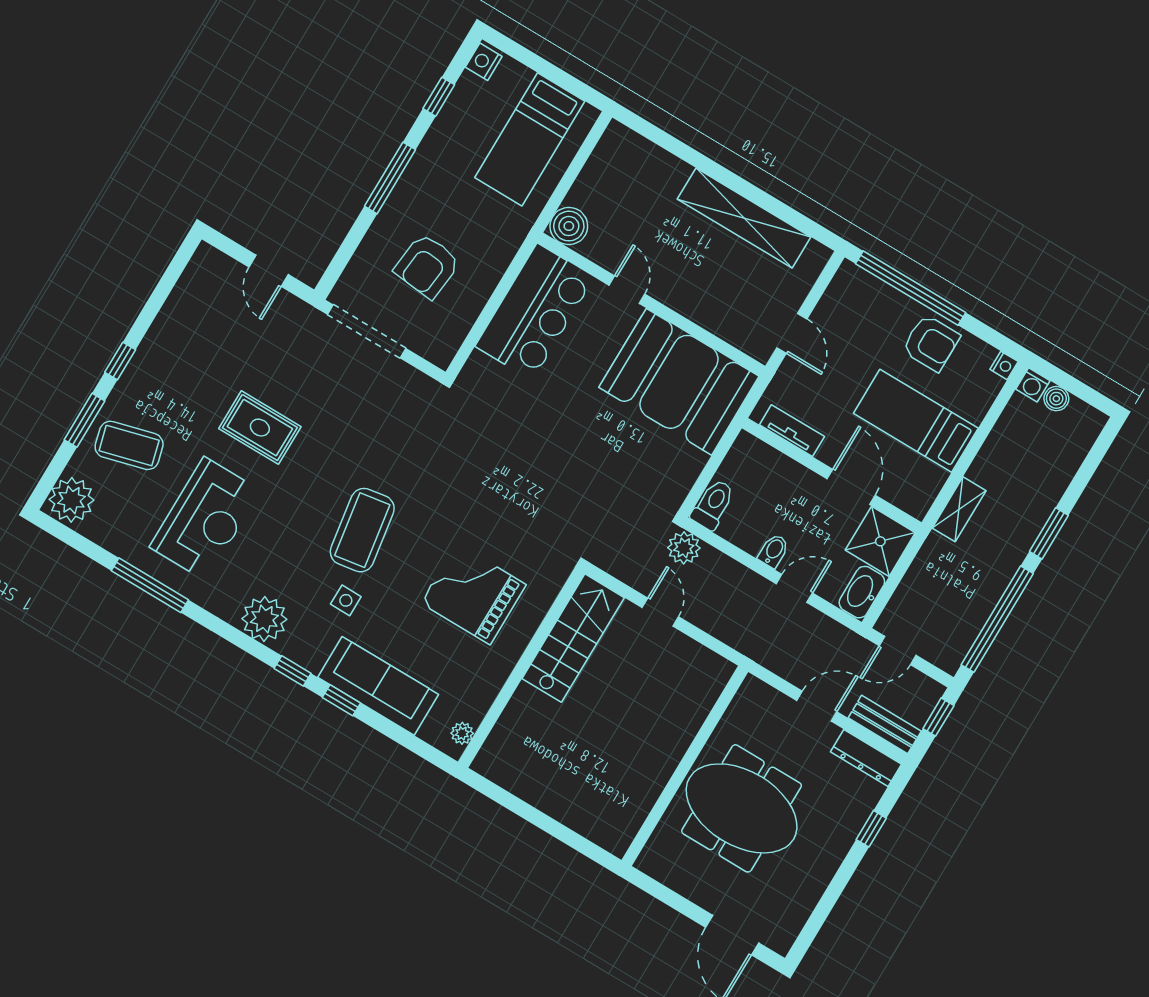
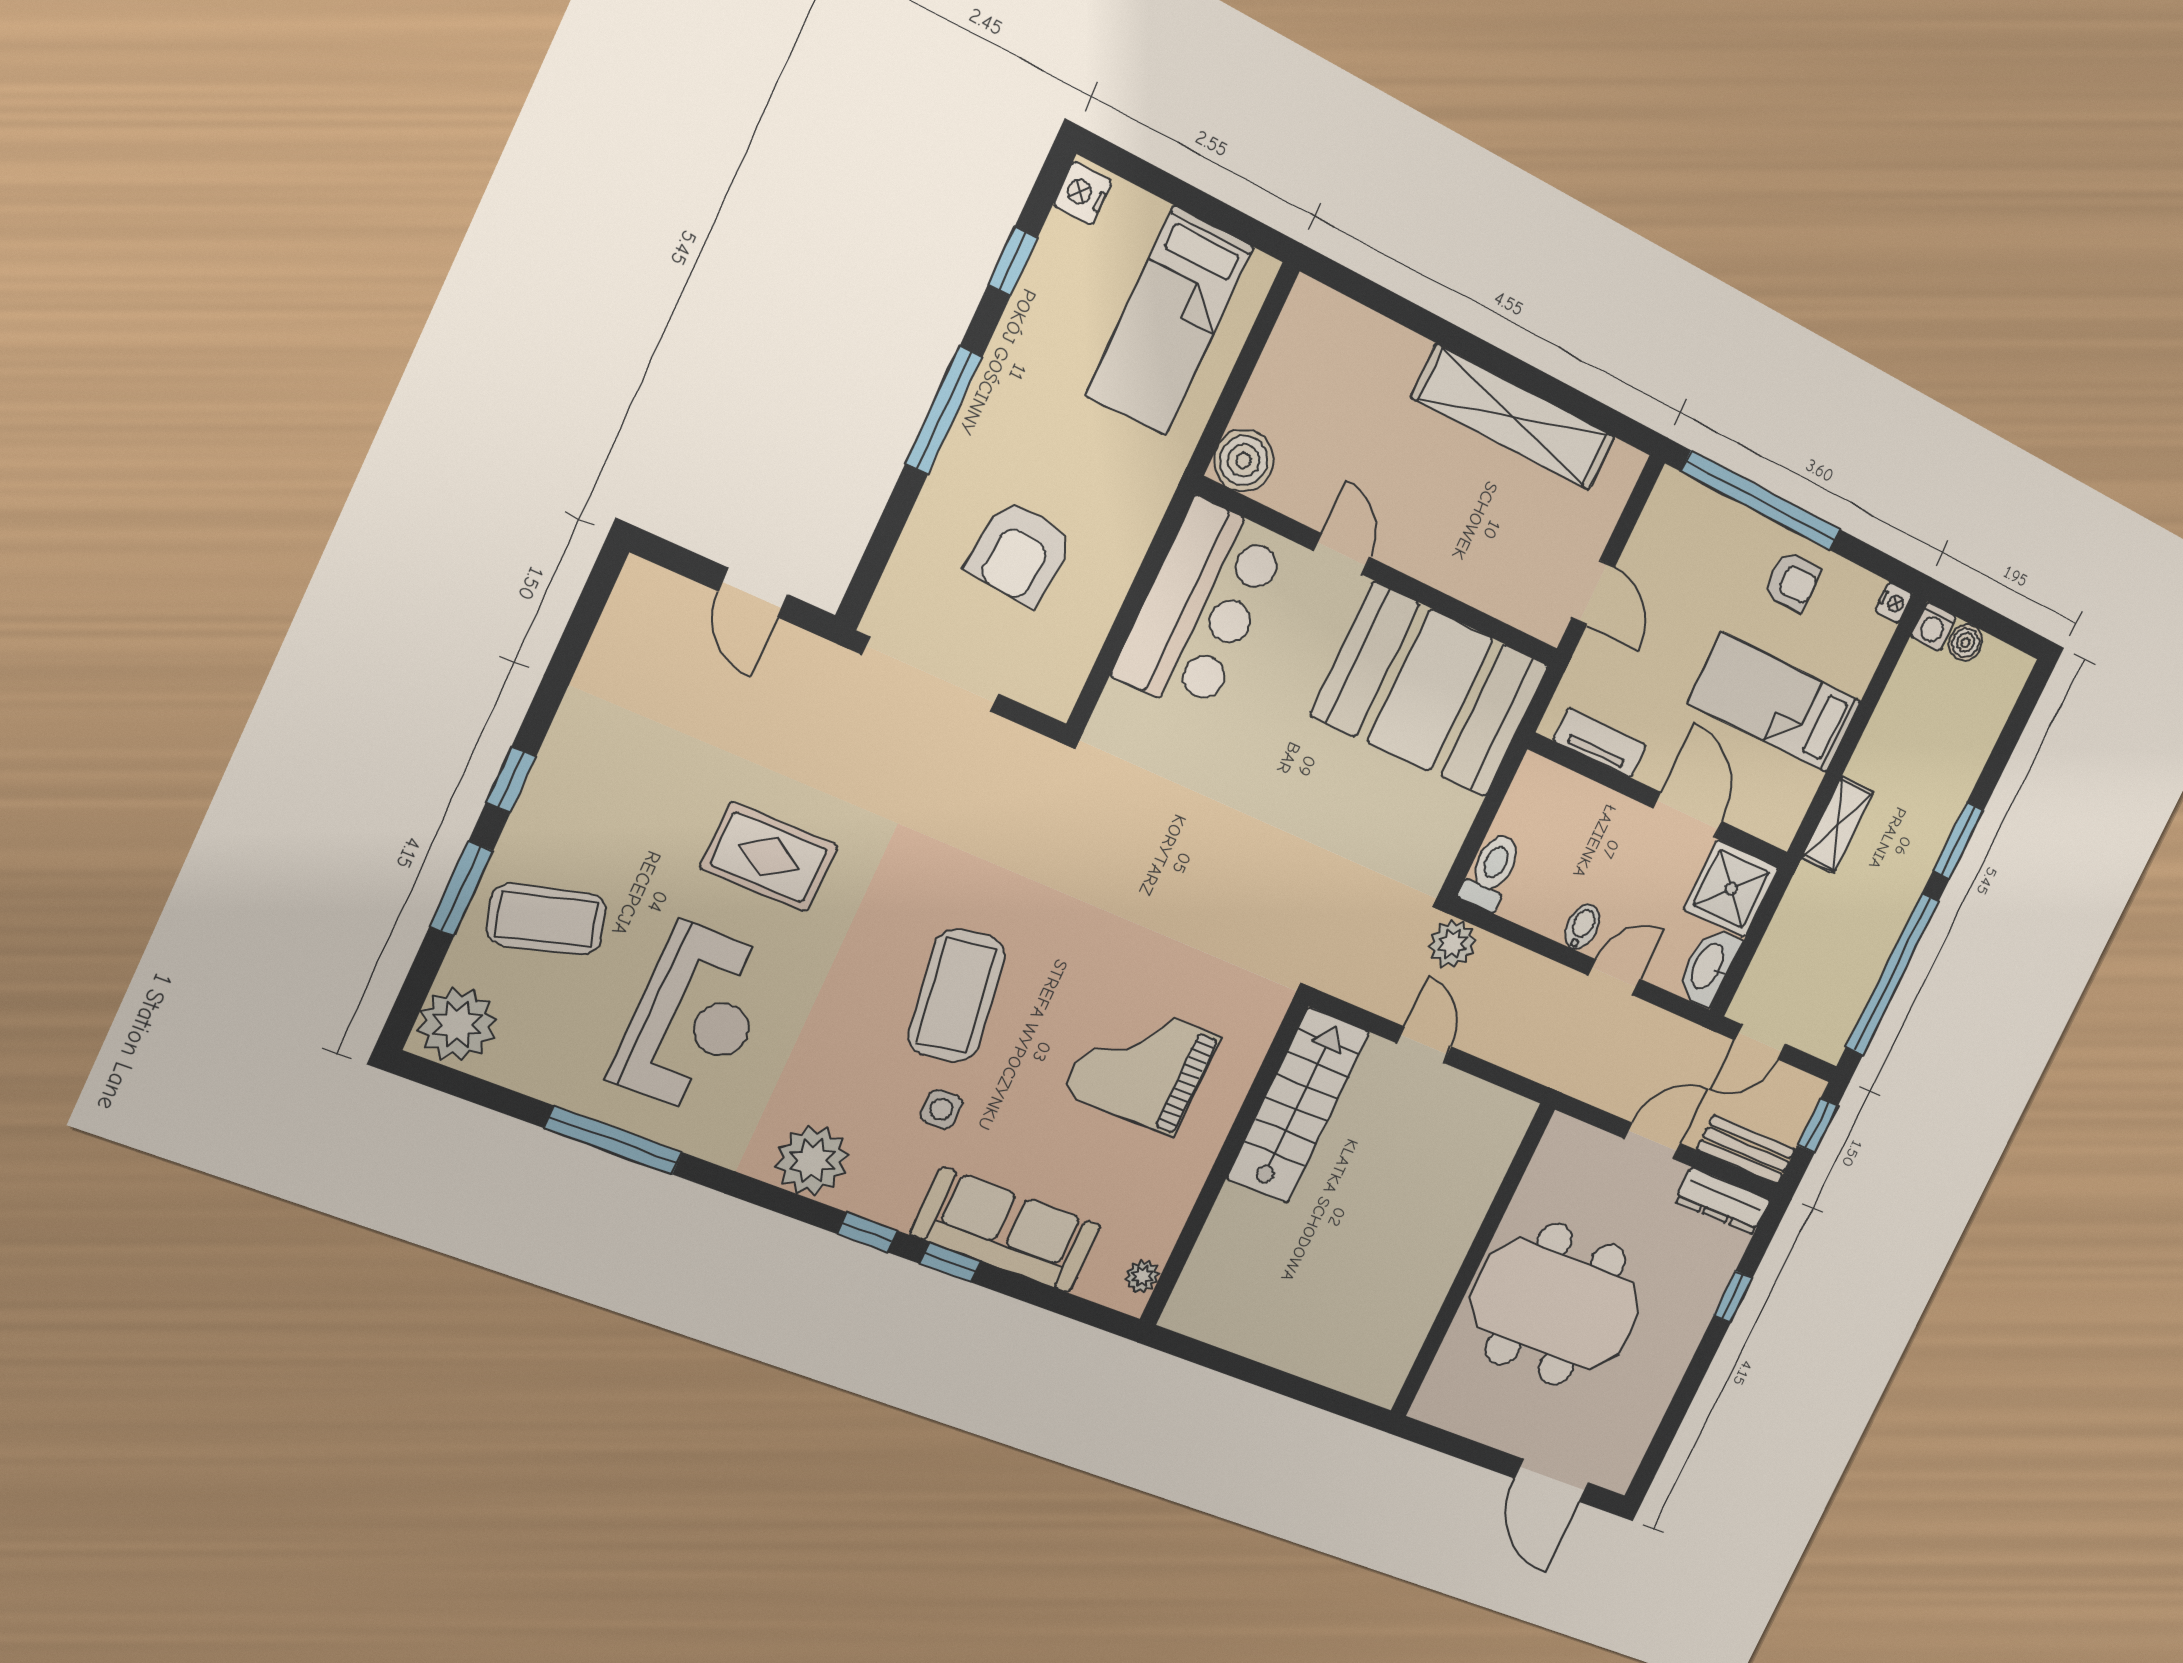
armchair: (931, 343) -> (1792, 582), width x0.72, depth x0.72

